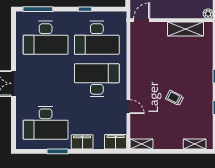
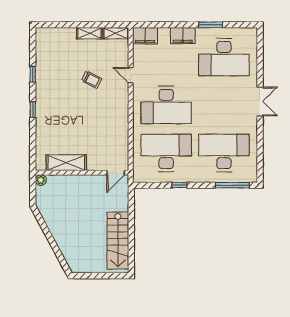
trolley: (175, 98) -> (92, 80), moved
desk: (46, 123) -> (224, 57), turned 180
shelving: (195, 144) -> (89, 33), moved

